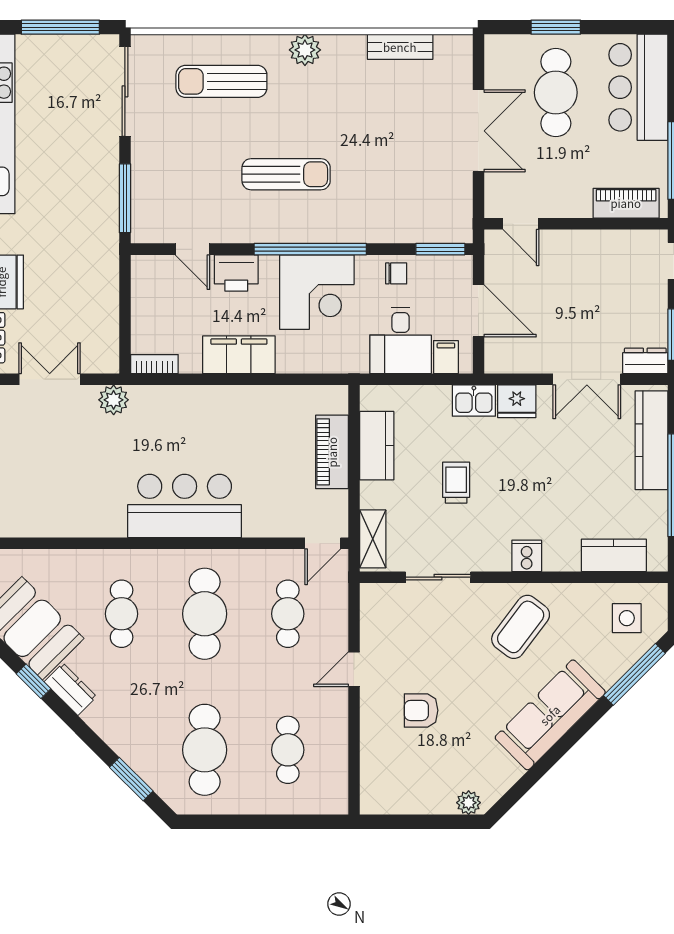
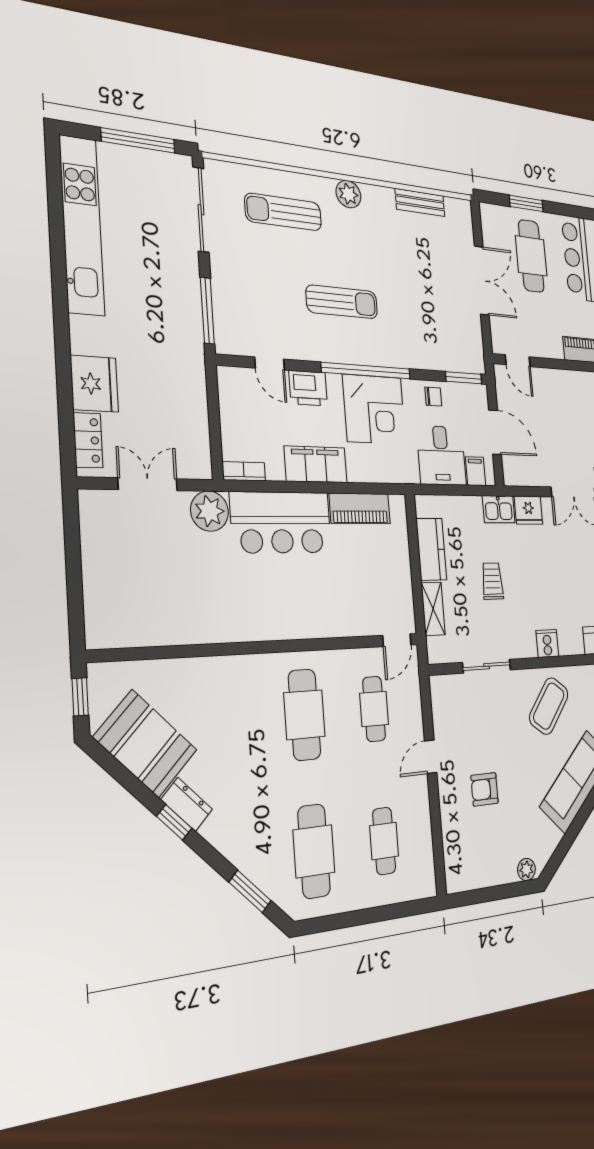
plant: (114, 400) -> (210, 511), width x1.36, depth x1.36
piano: (332, 452) -> (360, 509), moved, turned -90
bar counter: (185, 506) -> (281, 522), moved, turned 180
shelving: (373, 539) -> (433, 609), moved
cafe table: (122, 614) -> (230, 721), removed
window: (33, 681) -> (174, 822), moved

